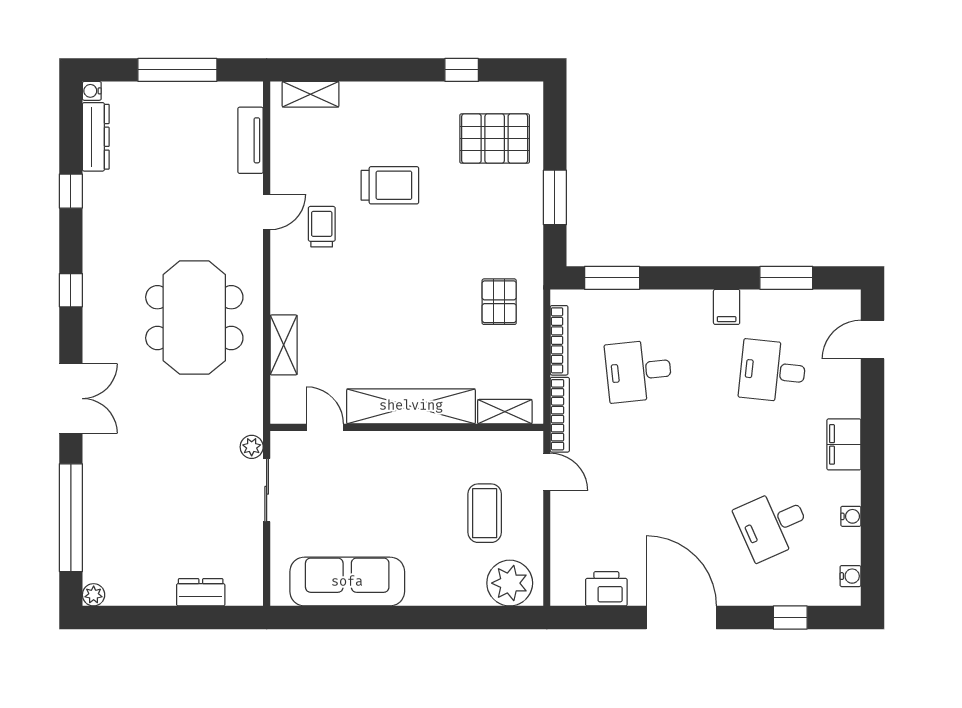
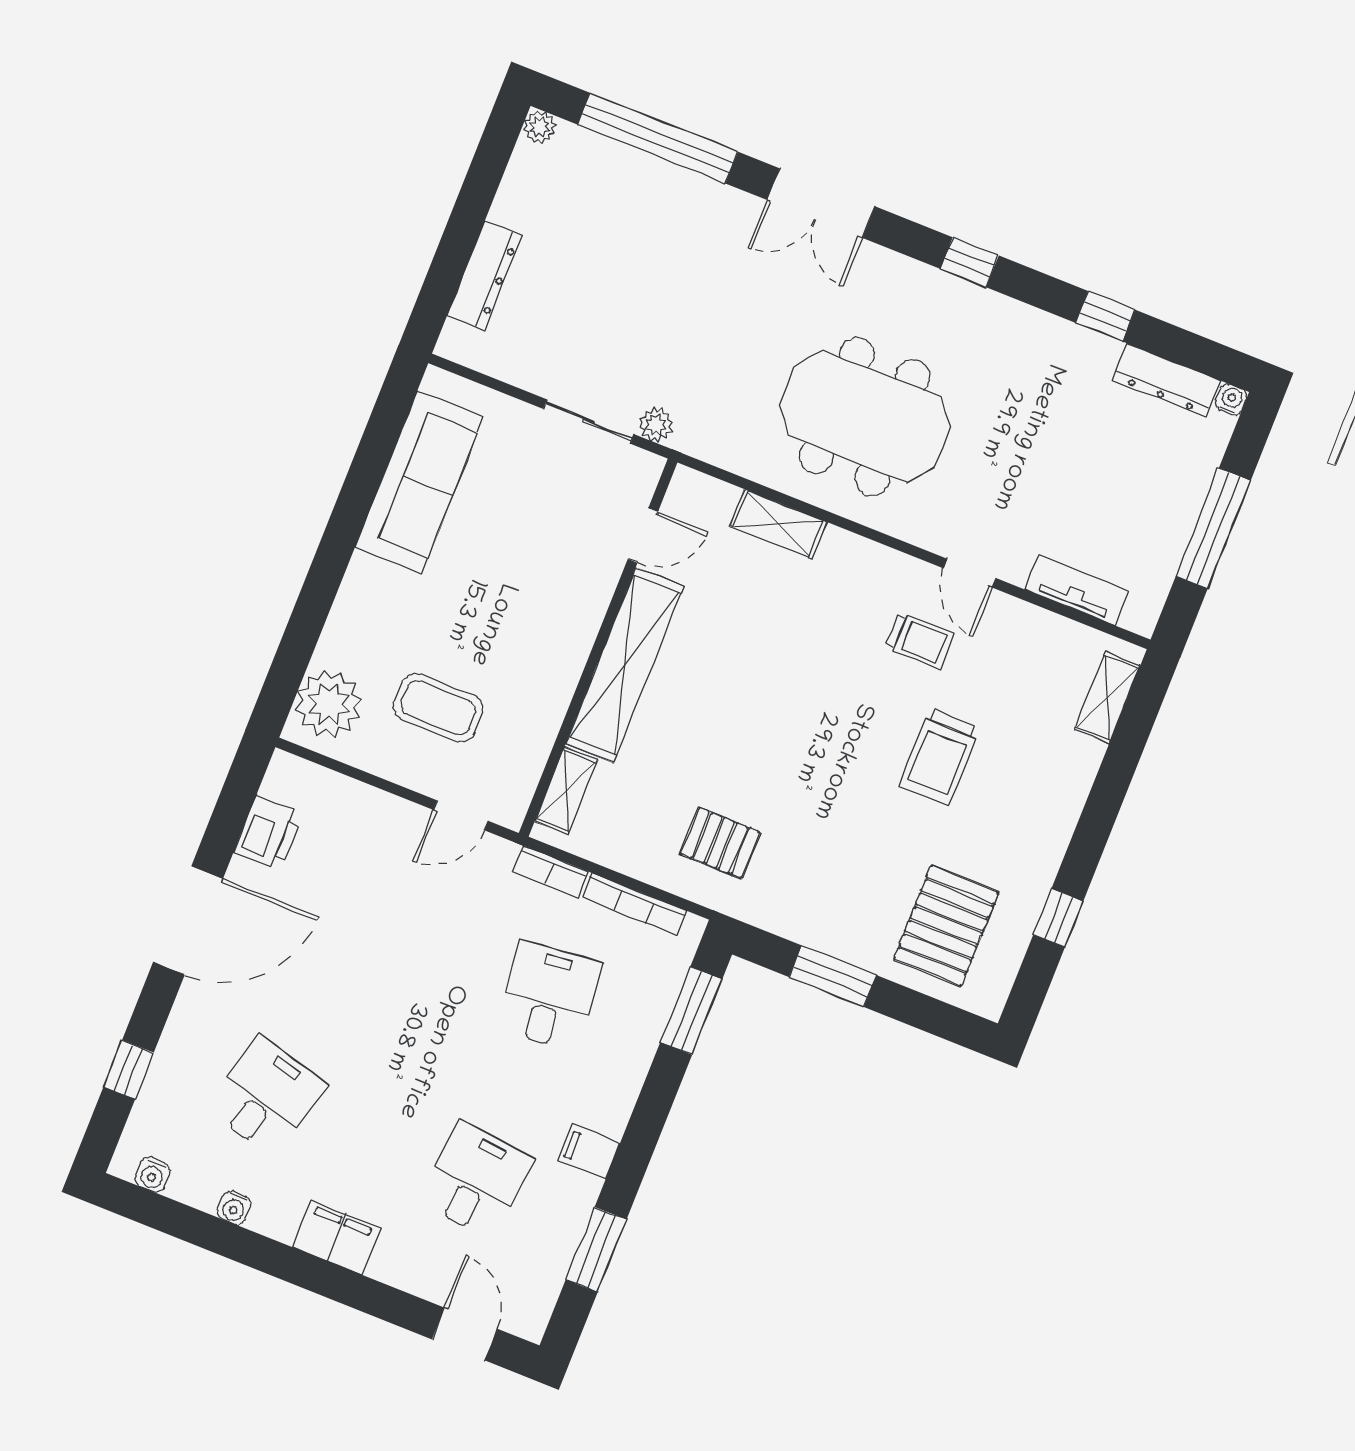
bookcase: (560, 415) -> (551, 872), width x0.64
desk: (773, 524) -> (266, 1096), turned 39
dresser: (201, 592) -> (485, 275), width x1.44

